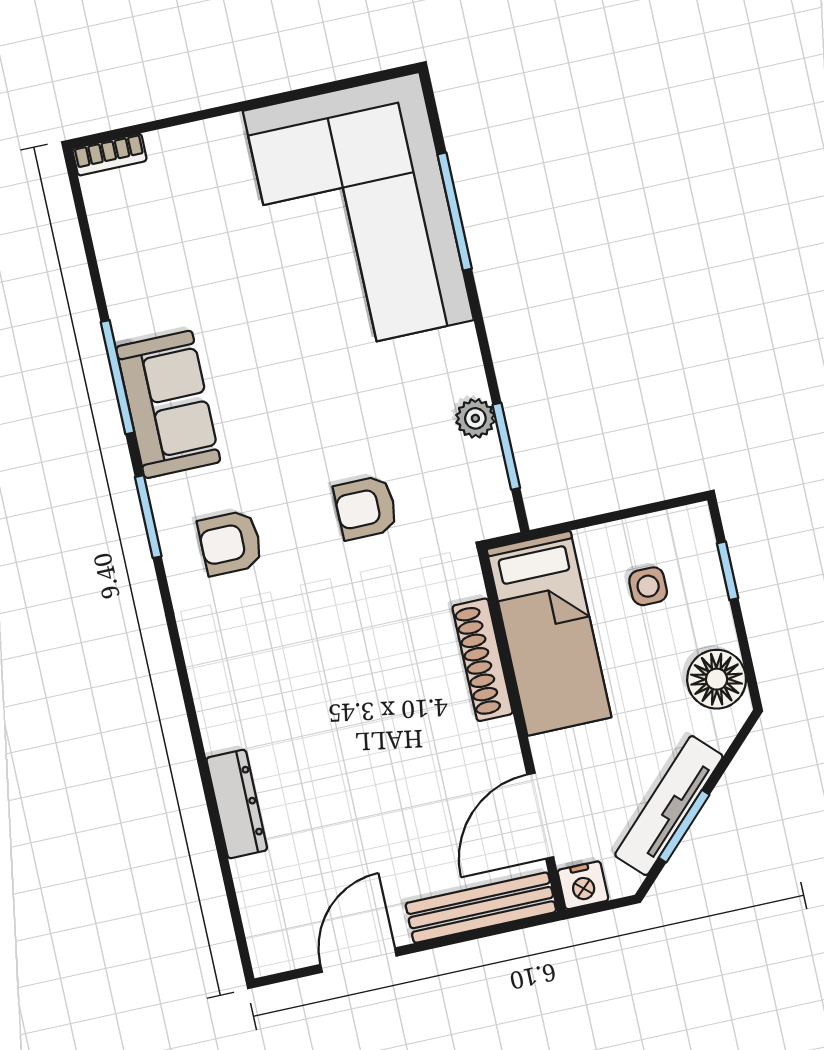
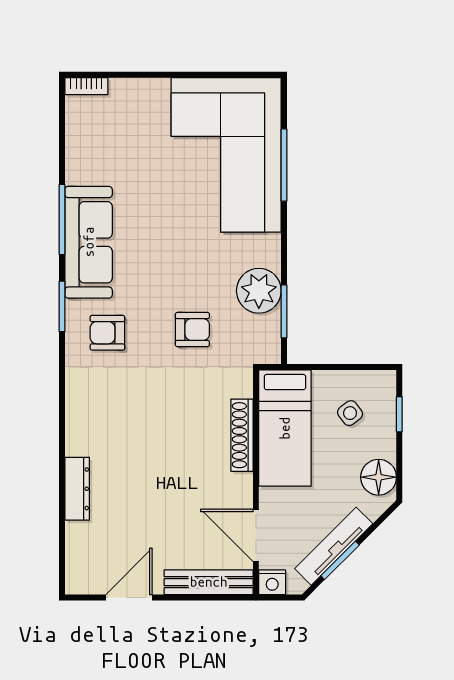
sofa: (168, 404) -> (89, 242), width x1.36
plant: (475, 418) -> (259, 291), width x1.87, depth x1.87
armchair: (366, 508) -> (192, 330), turned 180
side table: (648, 586) -> (350, 413), turned -37
door: (540, 816) -> (256, 535), hinge flipped

